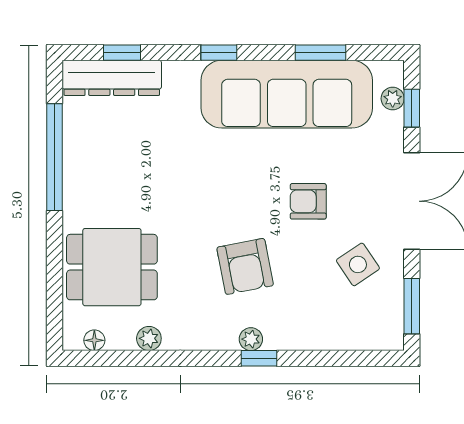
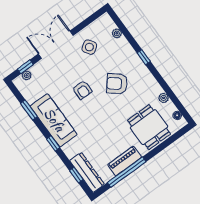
sofa: (287, 94) -> (54, 120), width x0.74, depth x0.79
piano: (80, 169) -> (125, 161), added
armchair: (308, 201) -> (82, 90), moved
armchair: (245, 266) -> (117, 84), turned -130
window: (412, 306) -> (90, 20), removed
plant: (251, 339) -> (117, 33), moved

